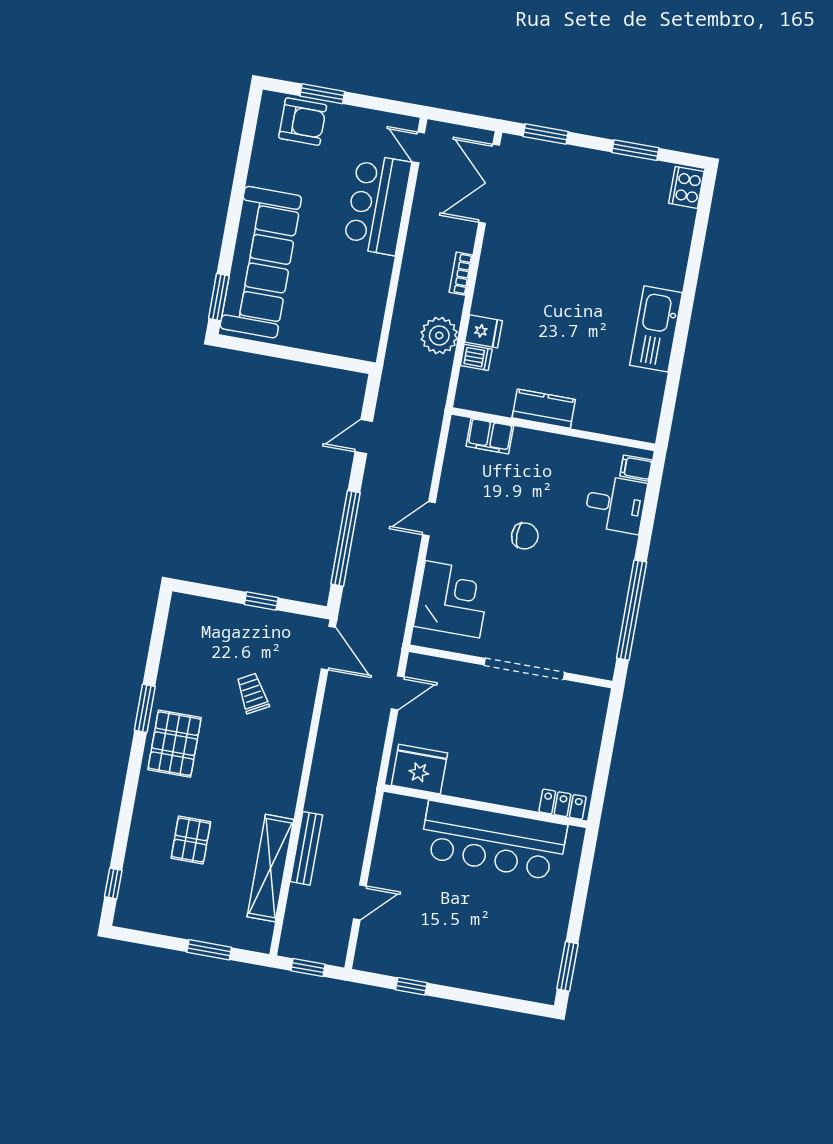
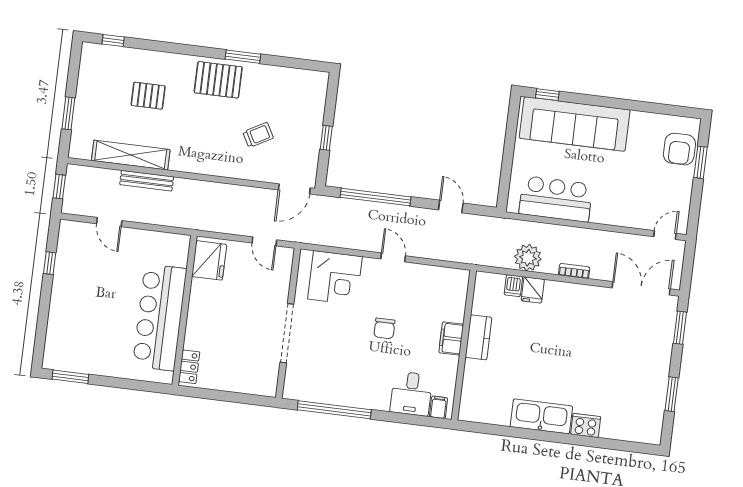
cooker: (686, 187) -> (586, 426), moved
bar counter: (377, 204) -> (556, 199), moved
window: (219, 297) -> (547, 95), width x0.67
filing cabinet: (490, 436) -> (451, 338), moved

